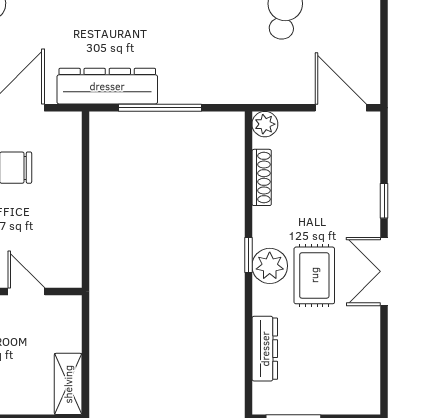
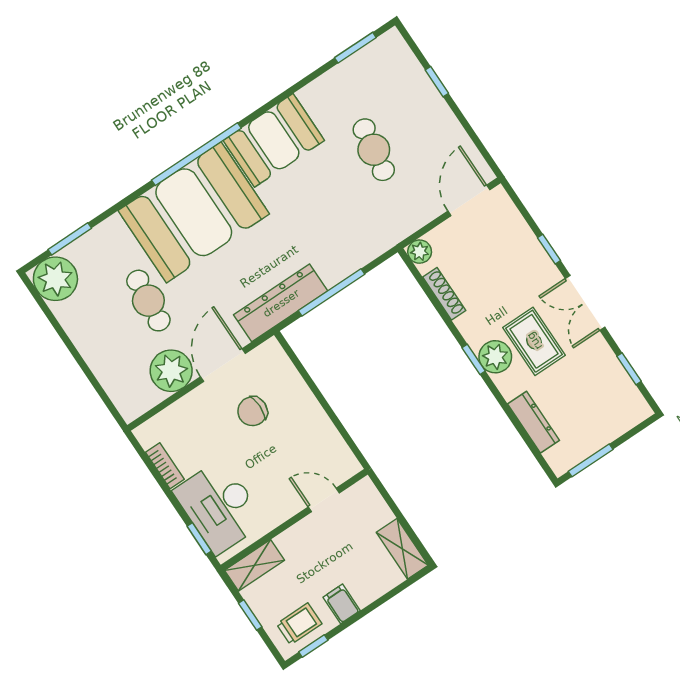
door: (341, 108) -> (469, 200), hinge flipped
window: (384, 358) -> (629, 369), added

